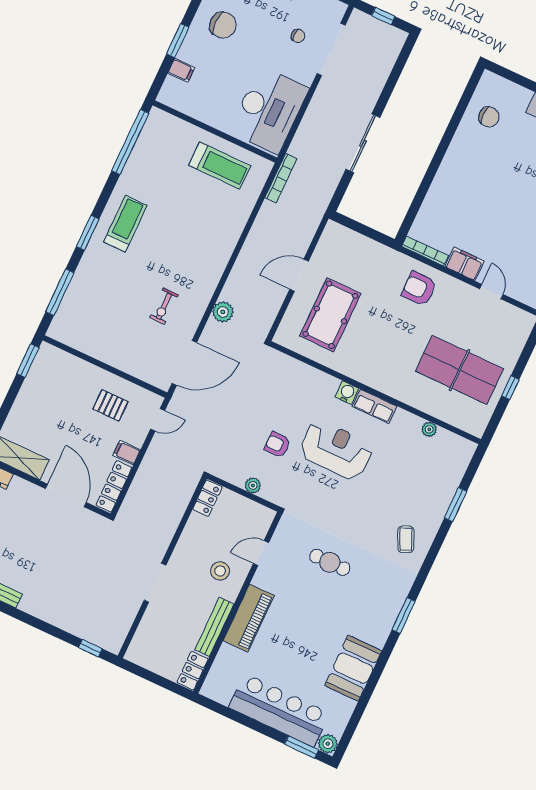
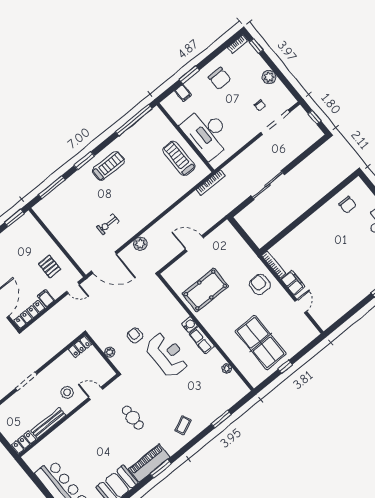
desk: (269, 110) -> (207, 133), moved, turned 90
treadmill: (220, 165) -> (179, 158), turned 180
pool table: (330, 315) -> (205, 290), moved
piano: (249, 618) -> (149, 463), moved, turned 180

